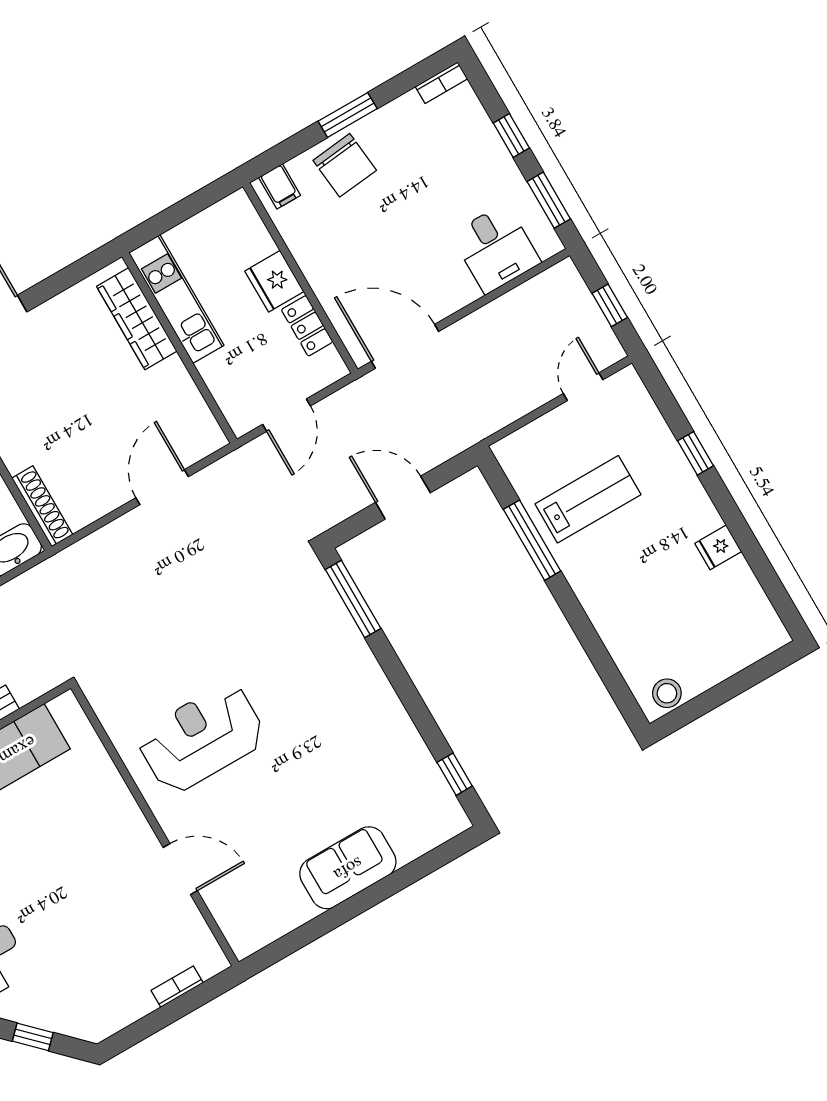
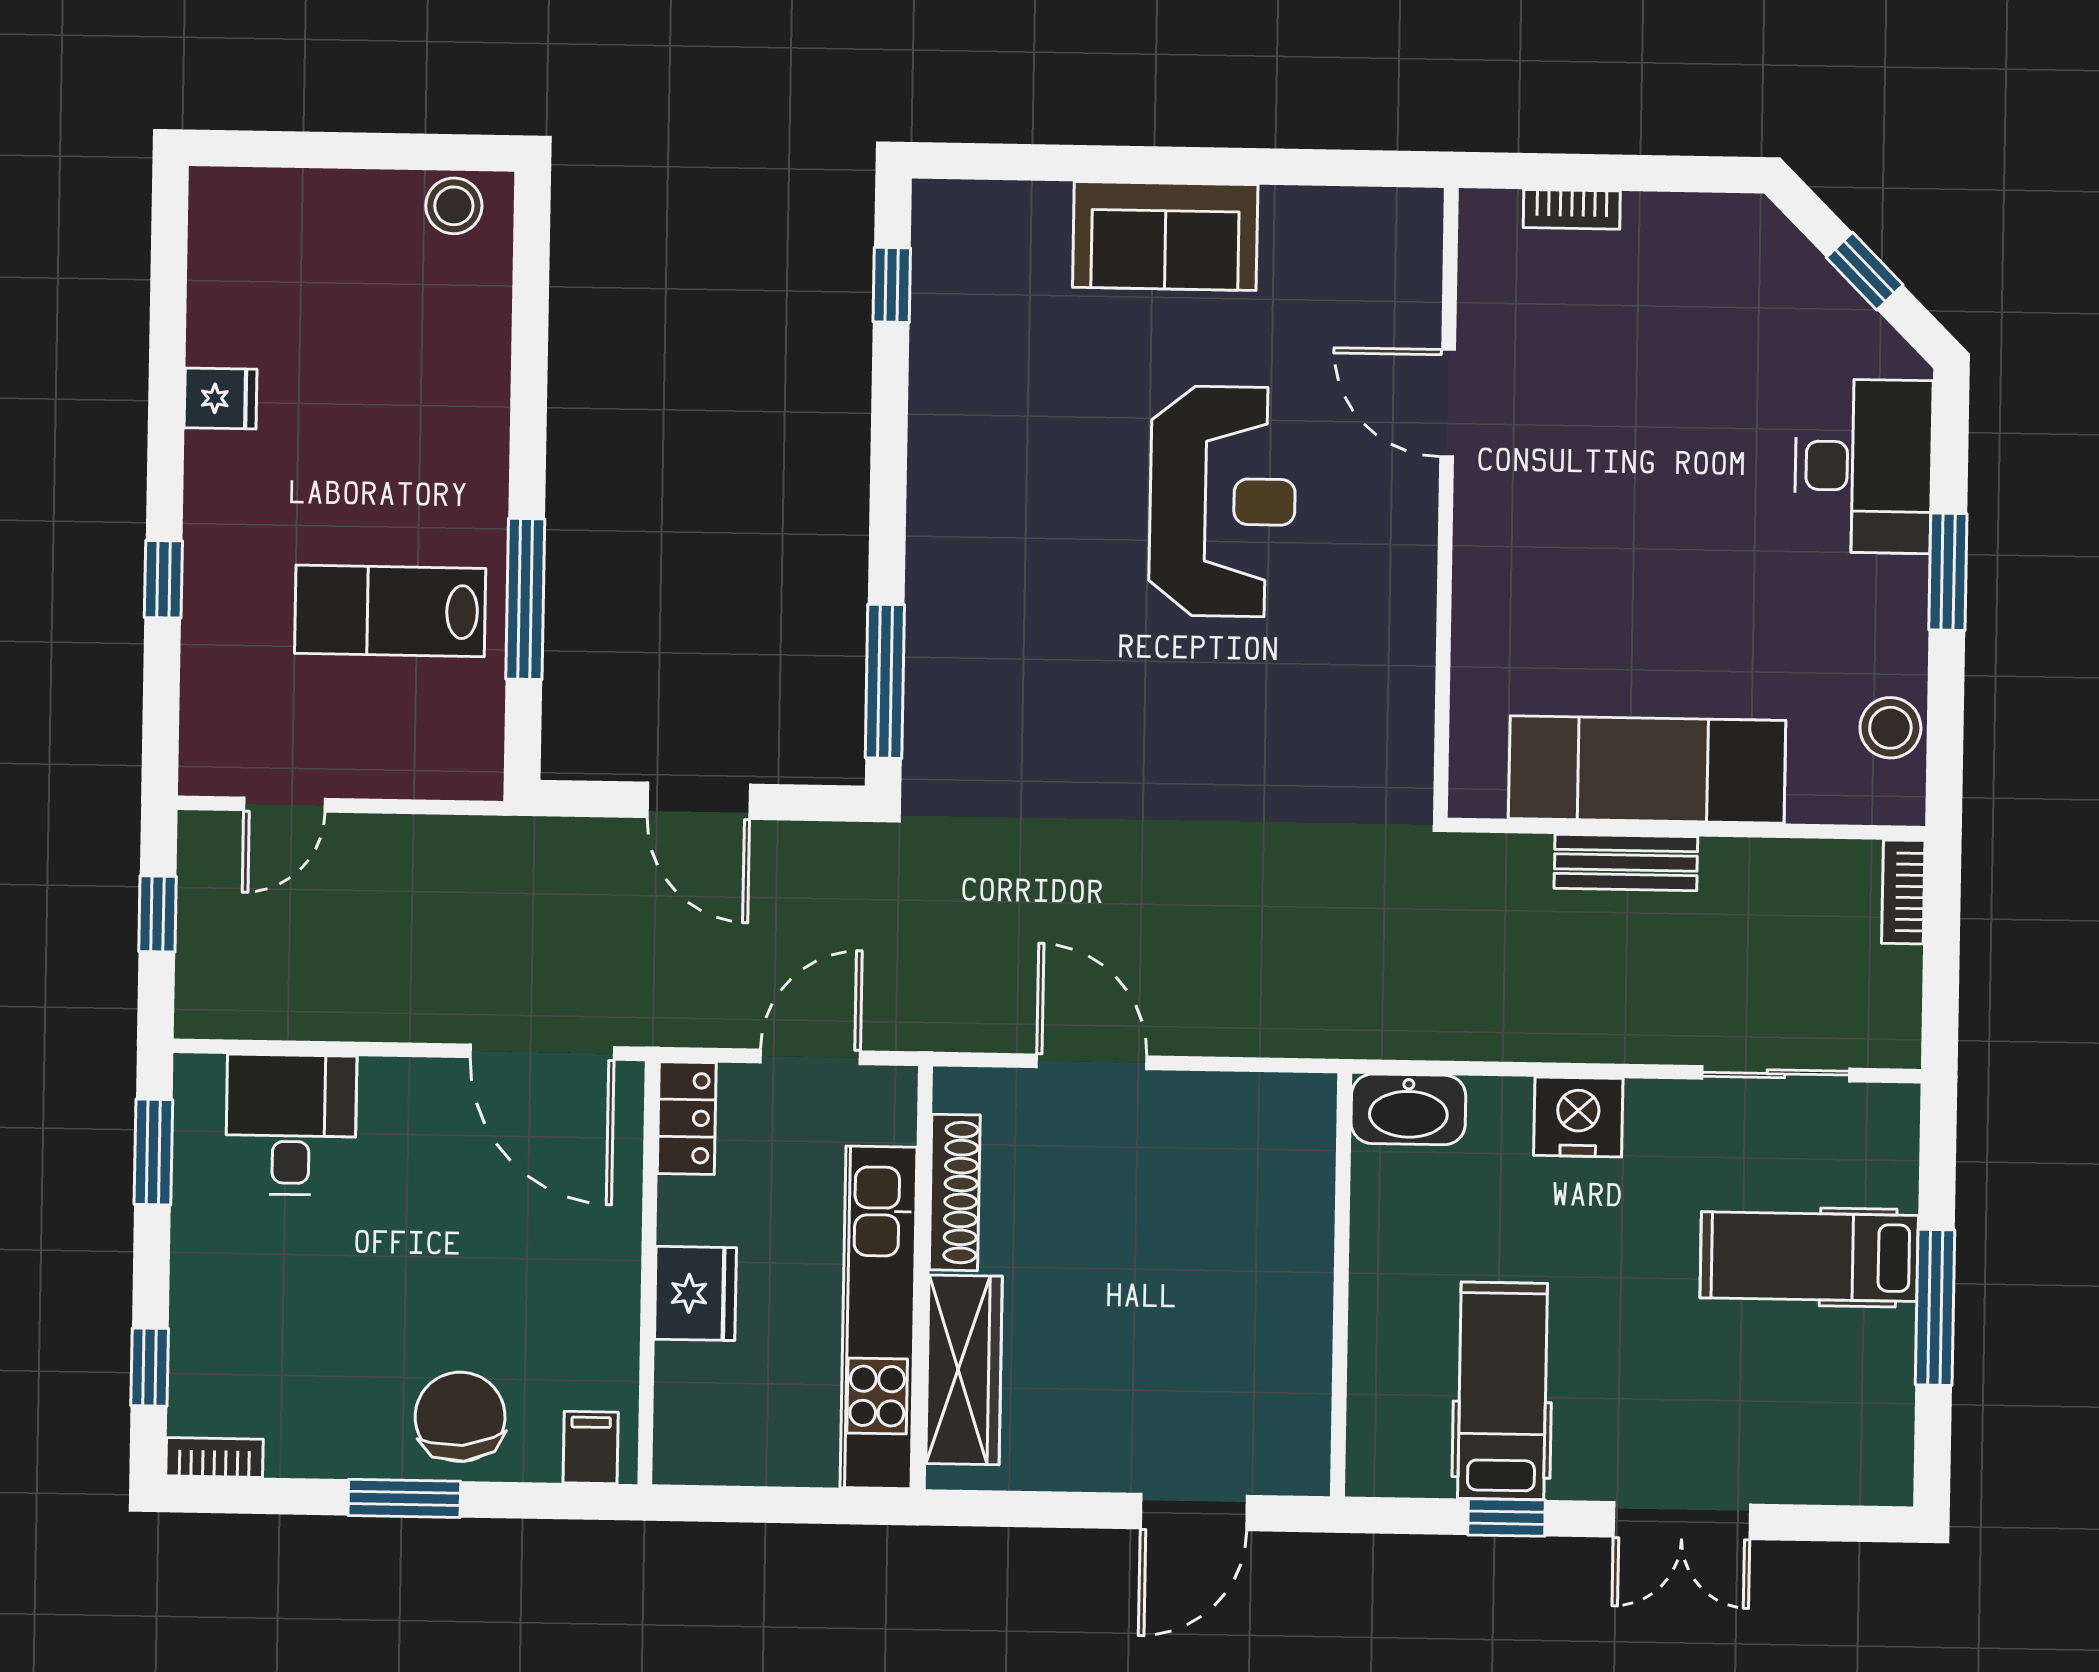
window: (511, 136) -> (150, 1367), moved
kitchen unit: (176, 299) -> (879, 1317), width x1.36
locker: (307, 326) -> (687, 1118), moved
door: (162, 487) -> (1092, 1062), swing flipped
shoe rack: (42, 506) -> (955, 1192), moved, turned 180
reception desk: (201, 738) -> (1223, 501), moved, turned -90

